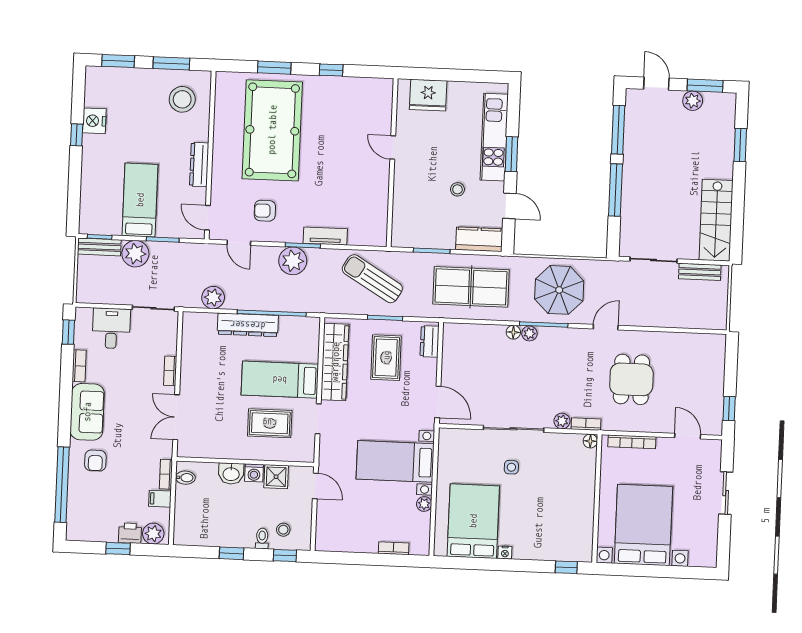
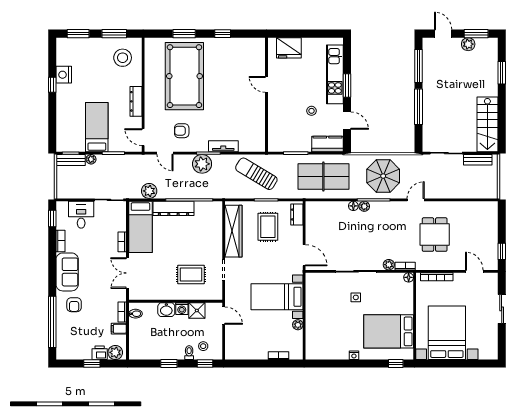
plant: (135, 254) -> (91, 159), width x0.53, depth x0.53
bed: (280, 380) -> (140, 227), moved, turned -90
bed: (473, 521) -> (389, 331), moved, turned -90

